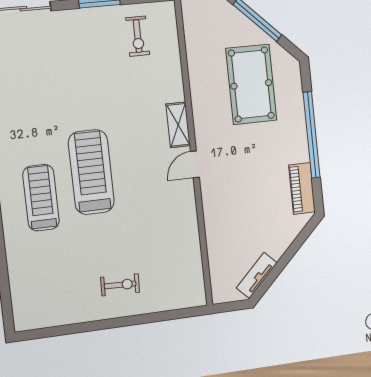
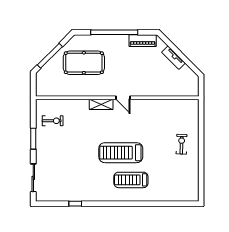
tv unit: (257, 275) -> (173, 58), moved

